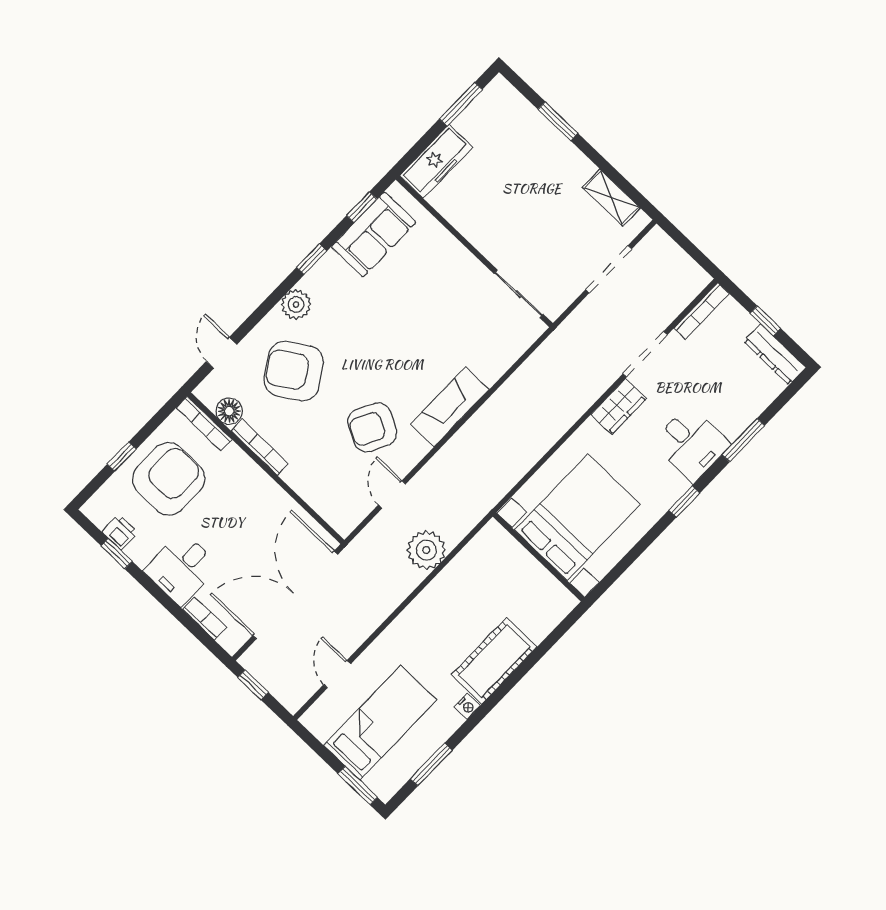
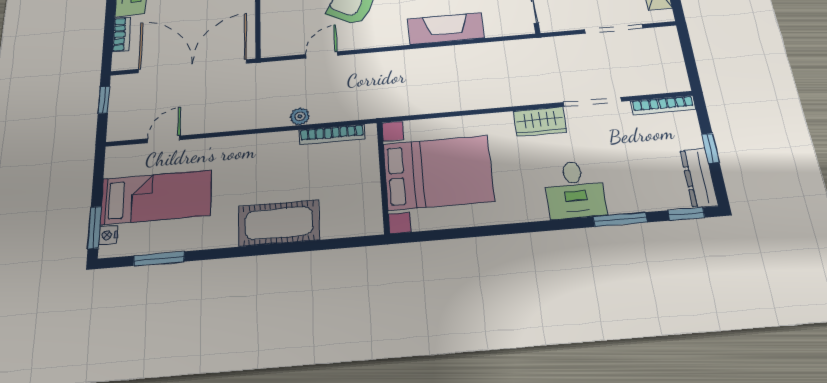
fireplace: (450, 407) -> (446, 29), moved
window: (684, 502) -> (686, 214), moved
plant: (426, 550) -> (300, 116), width x0.53, depth x0.53
bookcase: (466, 556) -> (332, 134), added
nightstand: (467, 706) -> (108, 235), moved, turned 90

